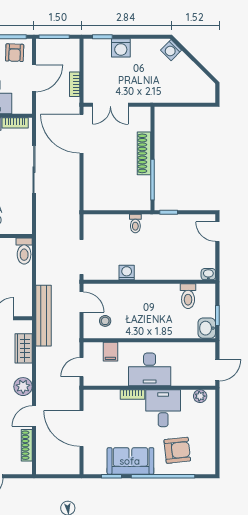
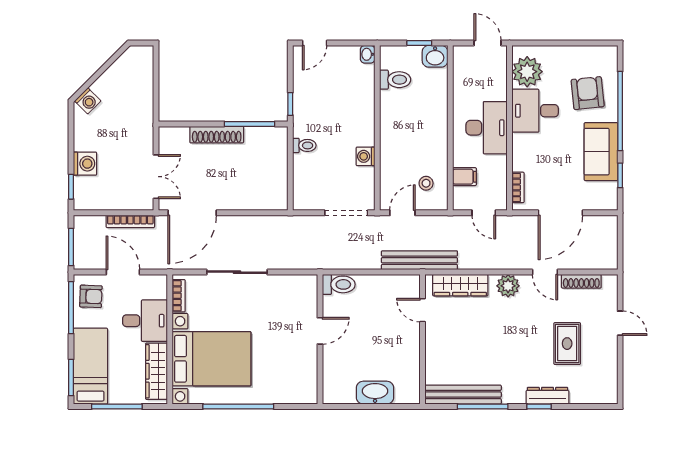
bookcase: (75, 84) -> (130, 221), width x1.56
wardrobe: (24, 348) -> (460, 285), width x1.50
bookcase: (132, 395) -> (518, 187), moved
plant: (200, 396) -> (527, 72), width x1.87, depth x1.87

